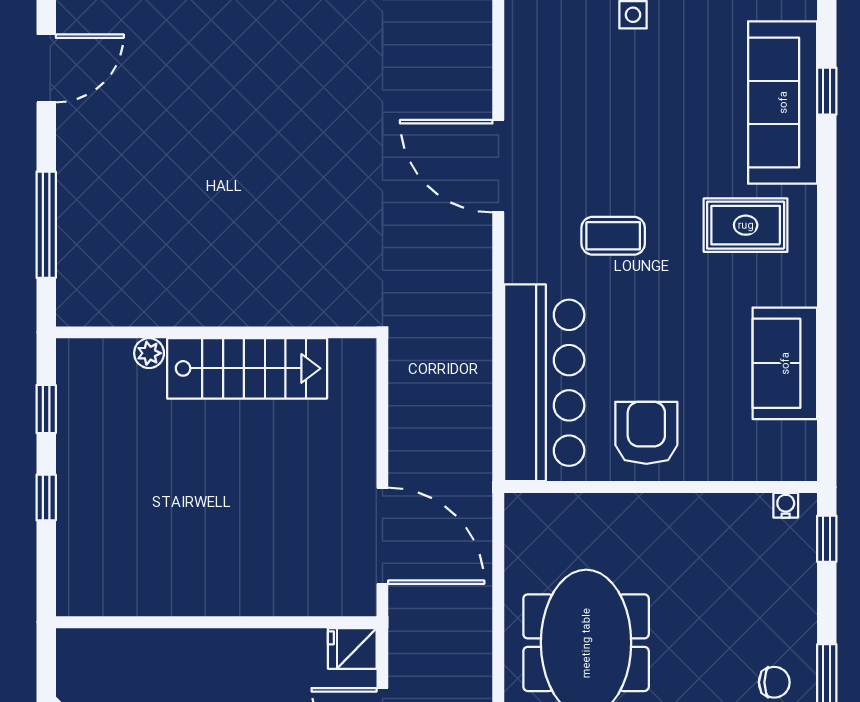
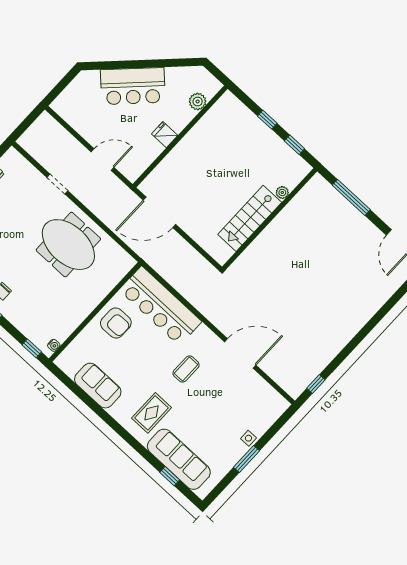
plant: (127, 648) -> (198, 101), added
fridge: (352, 648) -> (165, 135), moved, turned -90

